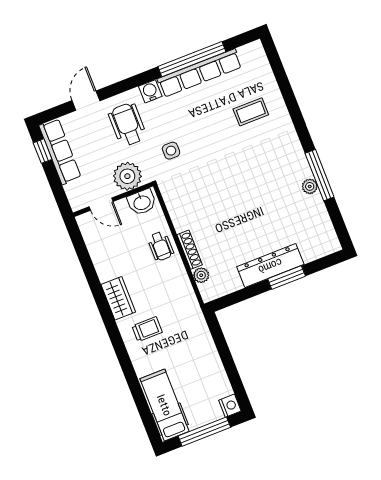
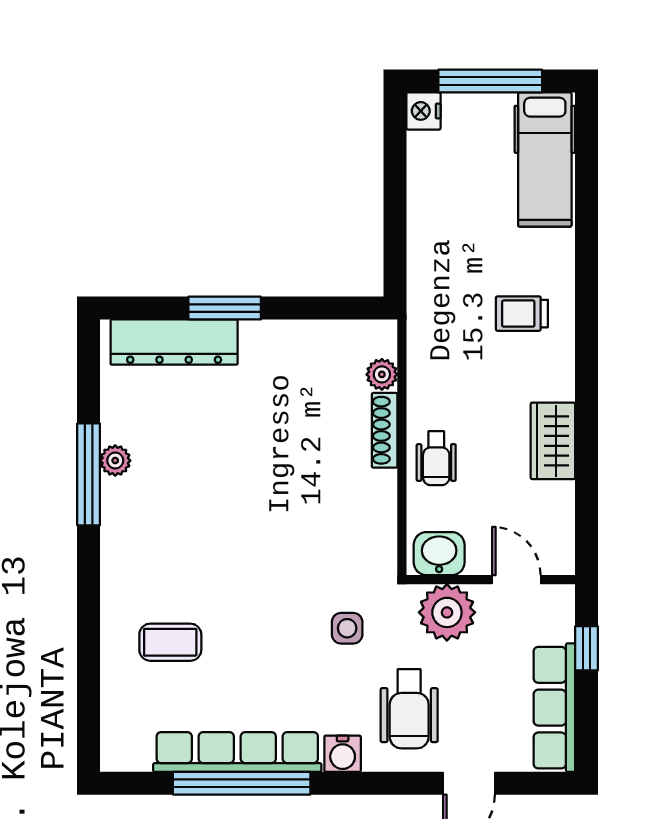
window: (43, 151) -> (586, 648), moved
wheelchair: (161, 246) -> (436, 458), turned 180
dresser: (270, 266) -> (174, 342), moved
wardrobe: (118, 298) -> (553, 441), moved

